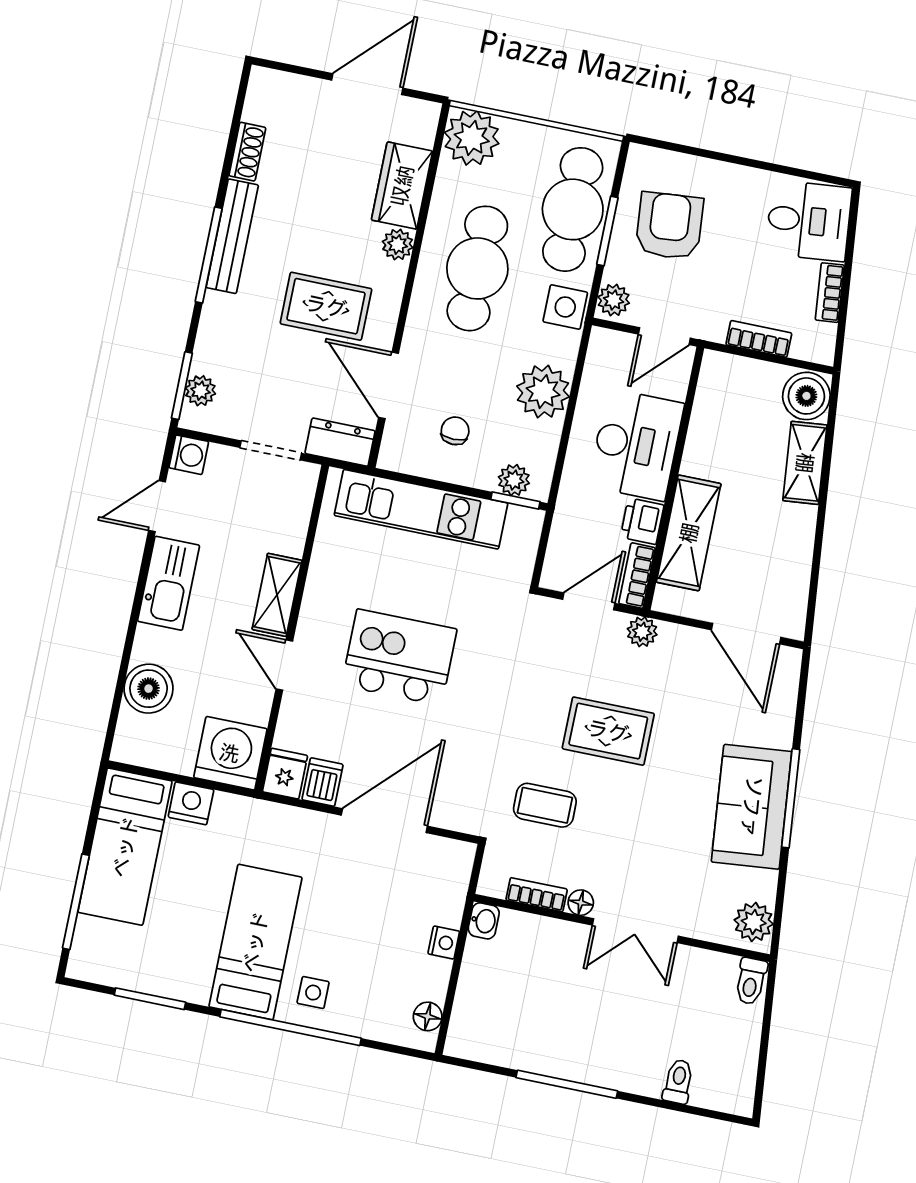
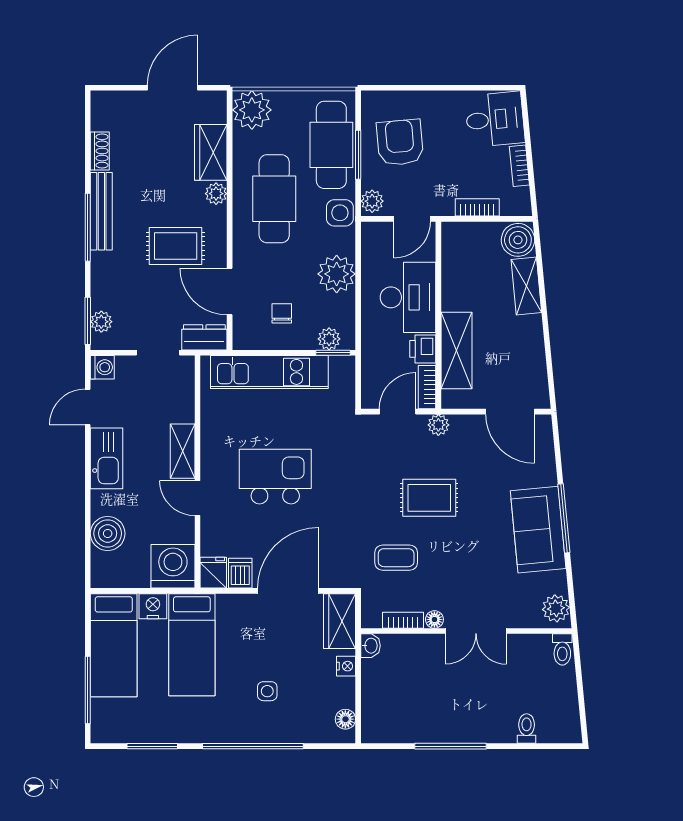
wardrobe: (448, 878) -> (339, 621), added
bed: (255, 942) -> (192, 645), moved, turned 180
side table: (313, 993) -> (267, 691), moved

